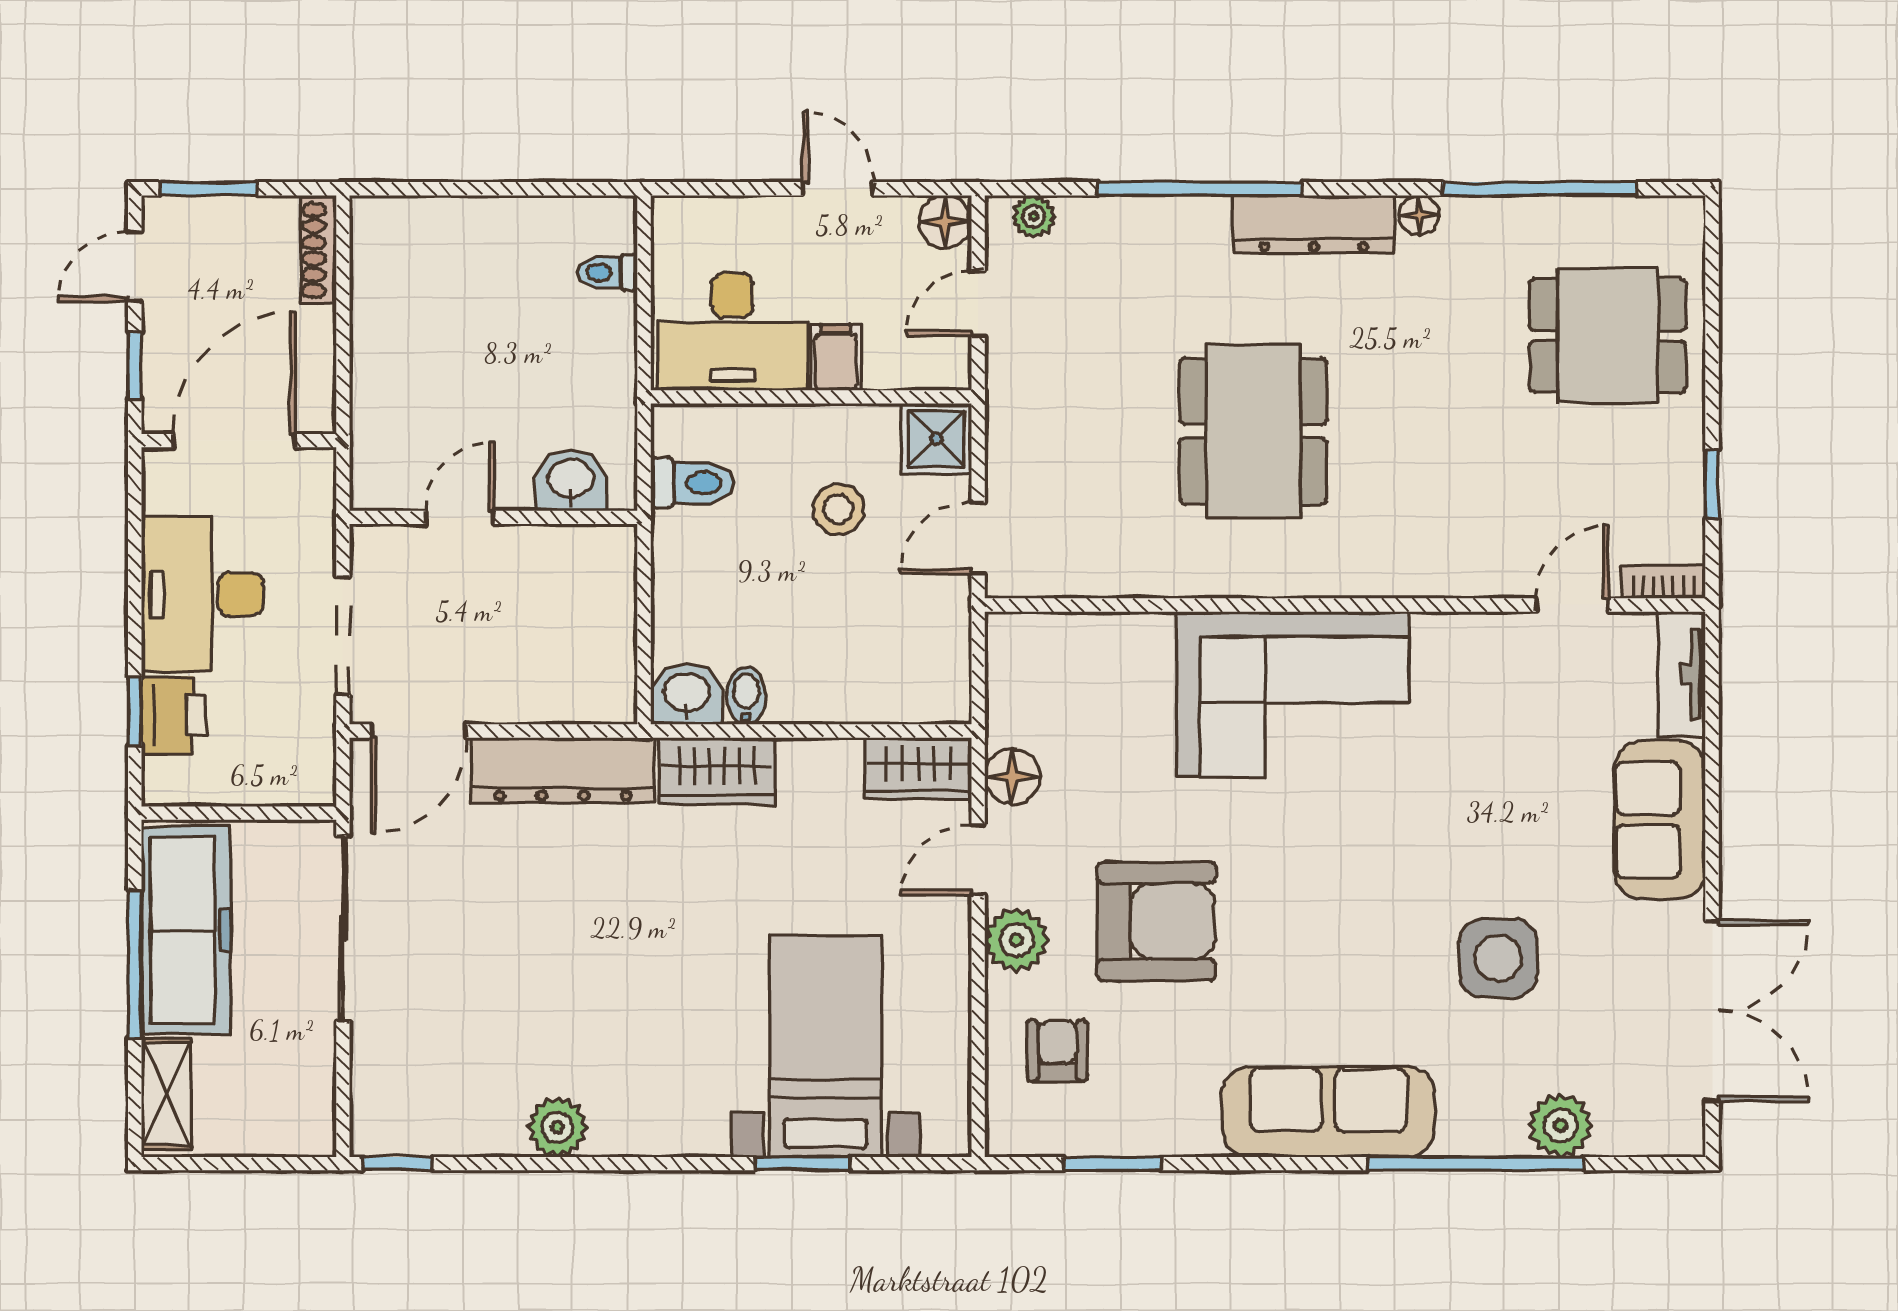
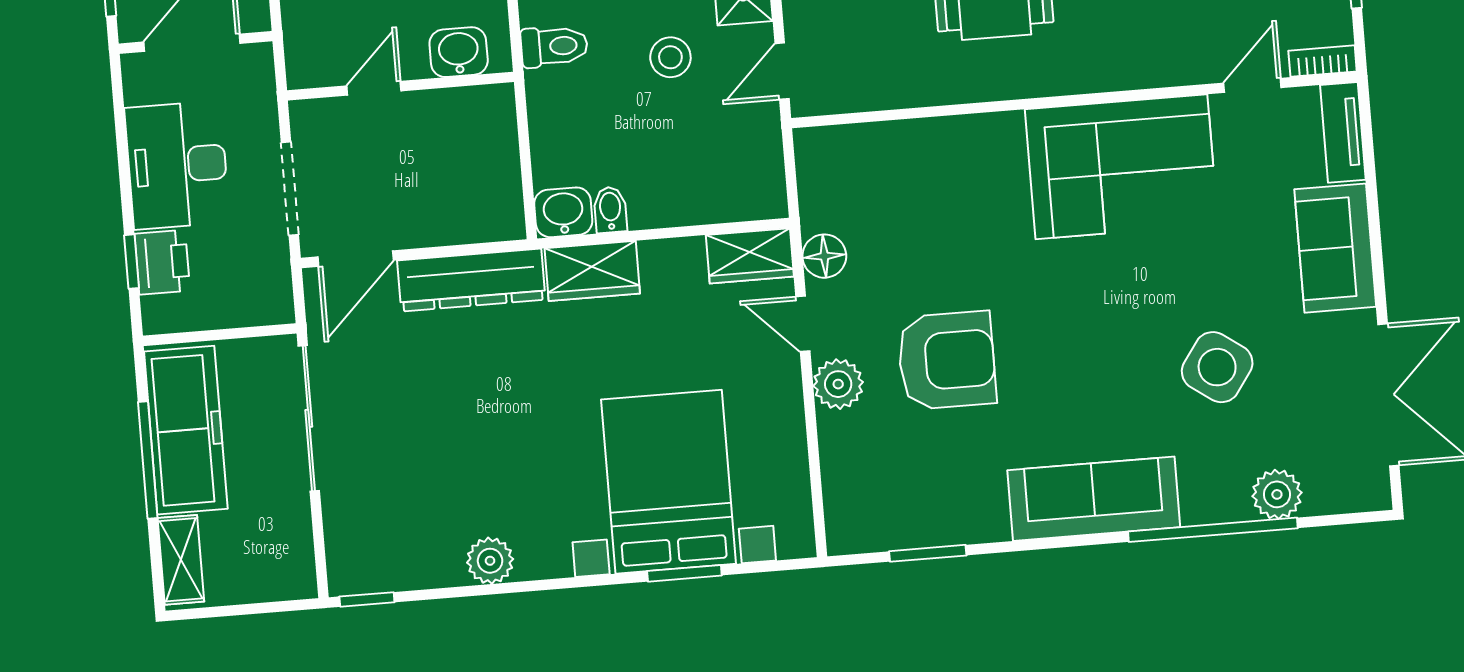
corner sofa: (1293, 694) -> (1121, 167), moved
door: (978, 860) -> (803, 324), hinge flipped
side table: (1498, 958) -> (1217, 367), turned 35
bed with nightstands: (826, 1046) -> (669, 482), width x1.36
armchair: (1057, 1051) -> (877, 468), removed

